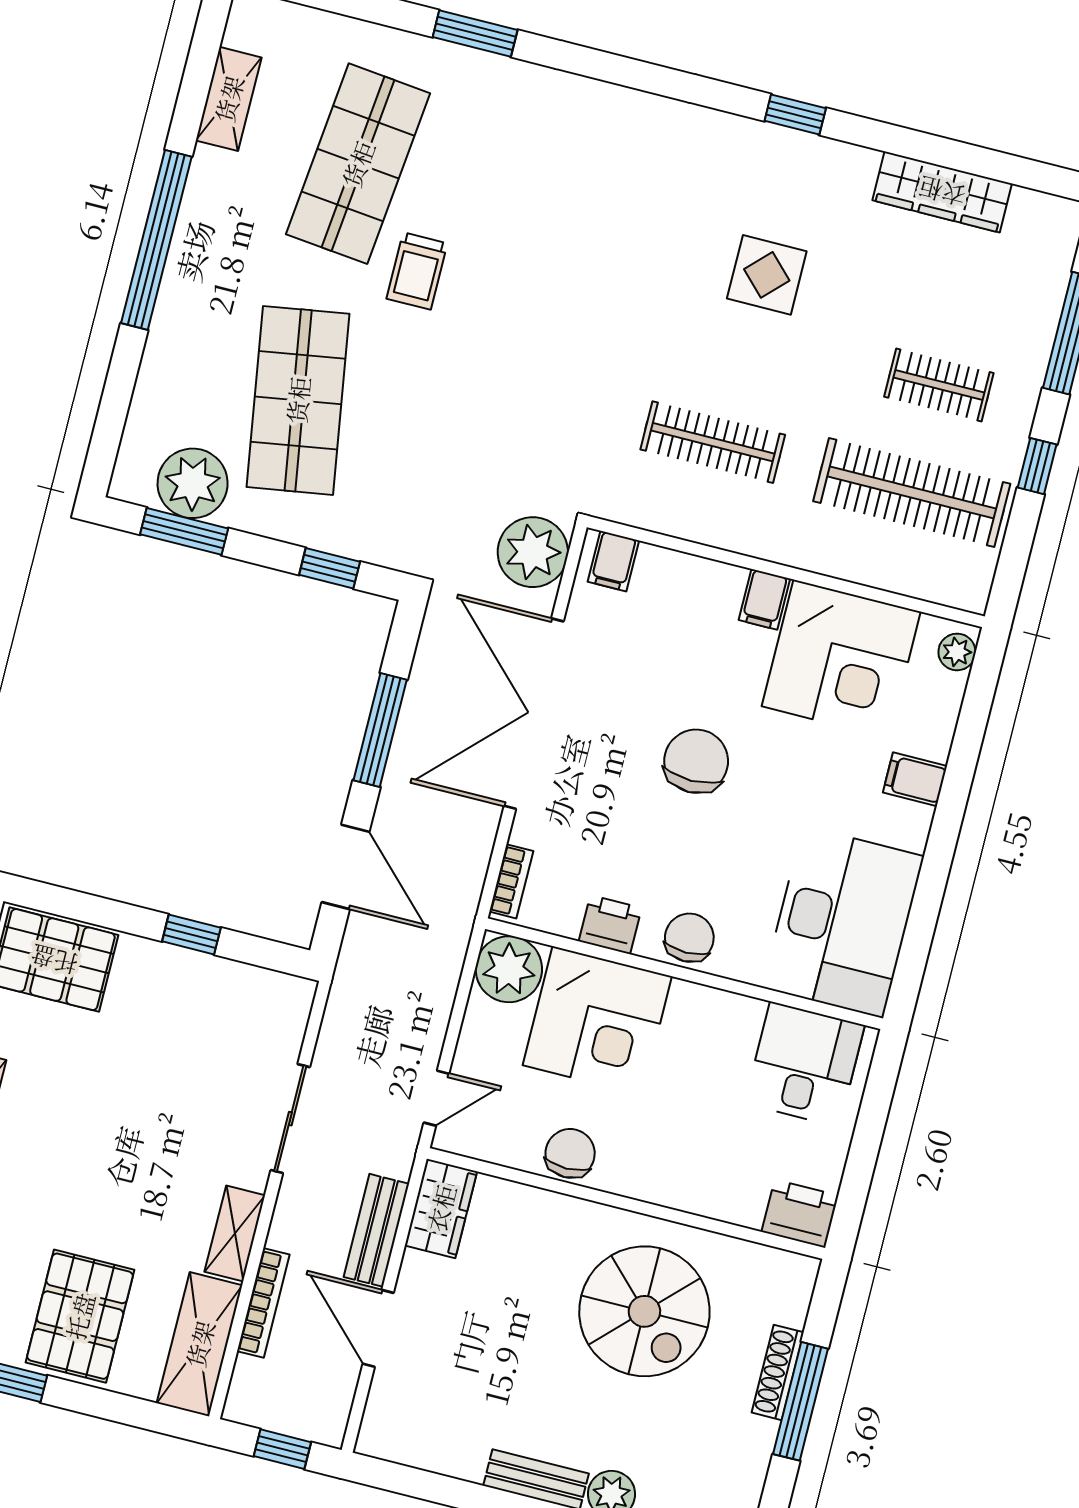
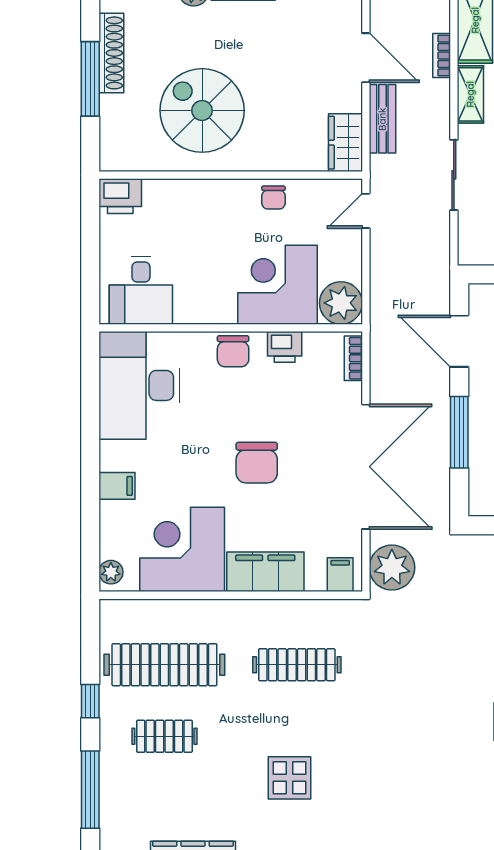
filing cabinet: (764, 599) -> (265, 572), width x3.00, depth x1.17
chair: (570, 1153) -> (273, 197), width x0.73, depth x0.73
bookcase: (263, 1303) -> (442, 56), width x0.64
shoe rack: (778, 1372) -> (111, 53), moved, width x1.36, depth x1.24

